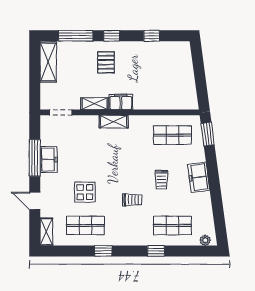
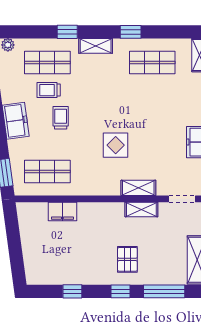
filing cabinet: (121, 102) -> (62, 212), moved
shelving: (114, 122) -> (138, 188), moved
display table: (85, 192) -> (116, 145), moved
trolley: (132, 200) -> (49, 90), moved
shelving: (132, 239) -> (96, 46), added

